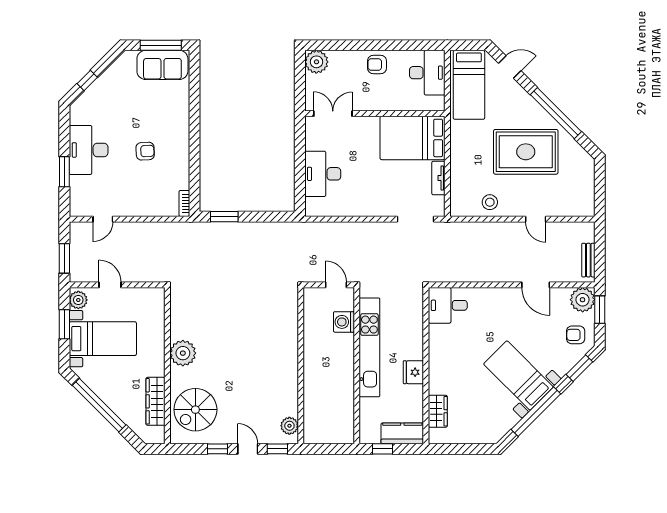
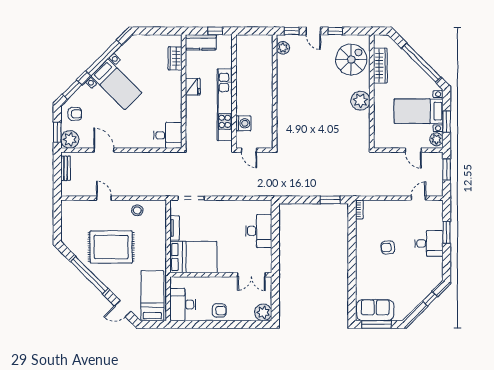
desk: (89, 150) -> (429, 243), width x0.73

